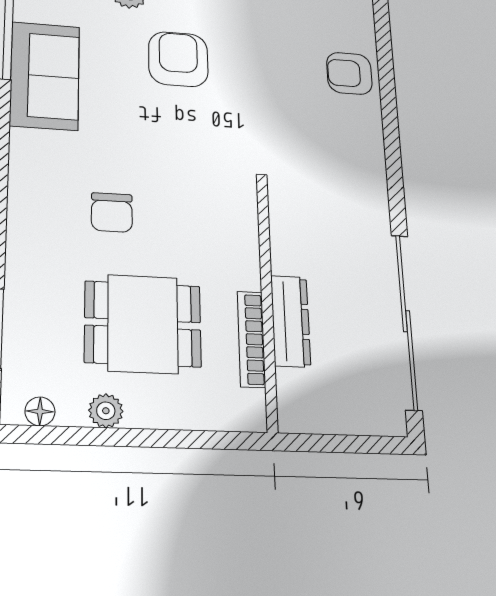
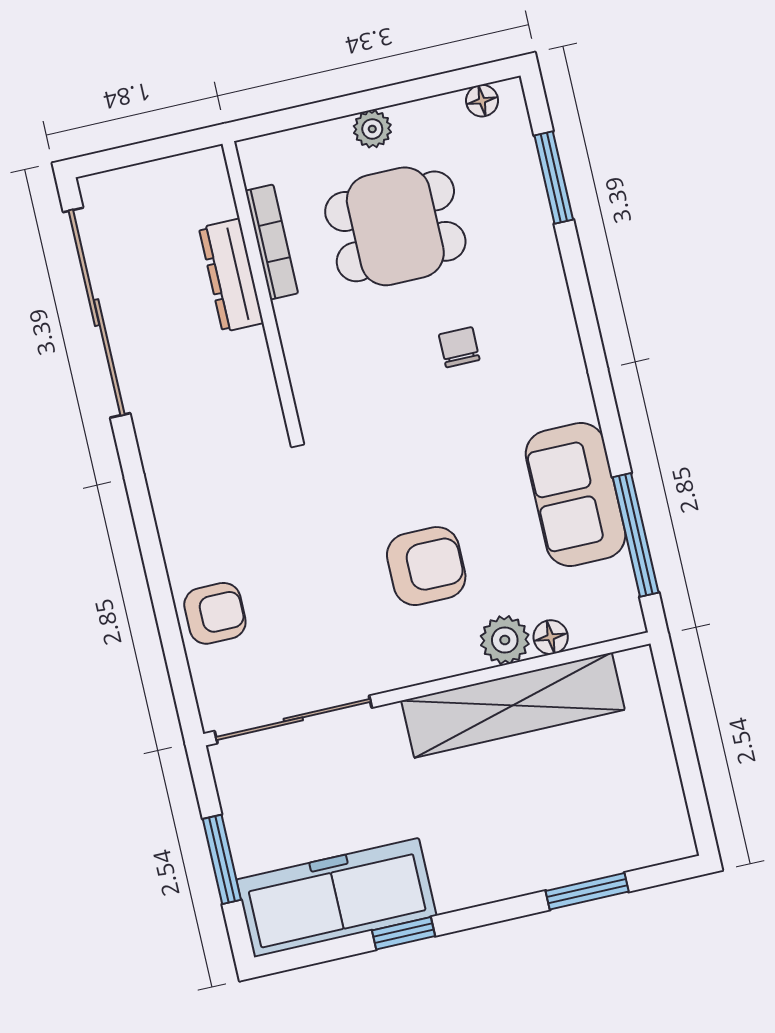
armchair: (178, 59) -> (426, 566), turned -90
chair: (112, 212) -> (459, 347), width x0.73, depth x0.73
plant: (106, 411) -> (372, 129), moved

